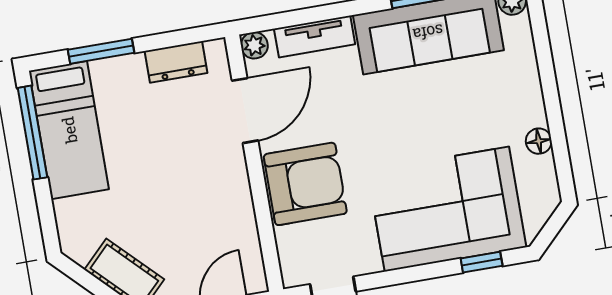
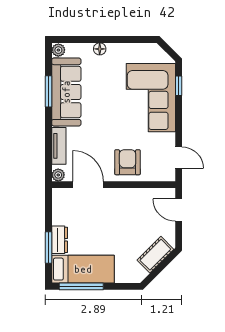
dresser: (176, 62) -> (60, 240), moved
floor lamp: (539, 141) -> (100, 49), moved
armchair: (305, 184) -> (128, 162), width x0.73, depth x0.73

